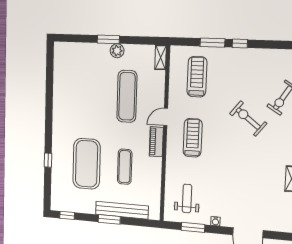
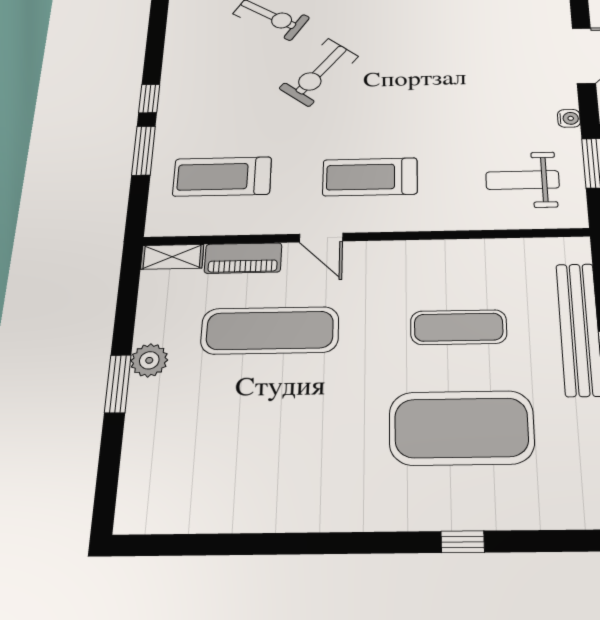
piano: (156, 142) -> (243, 258), moved

